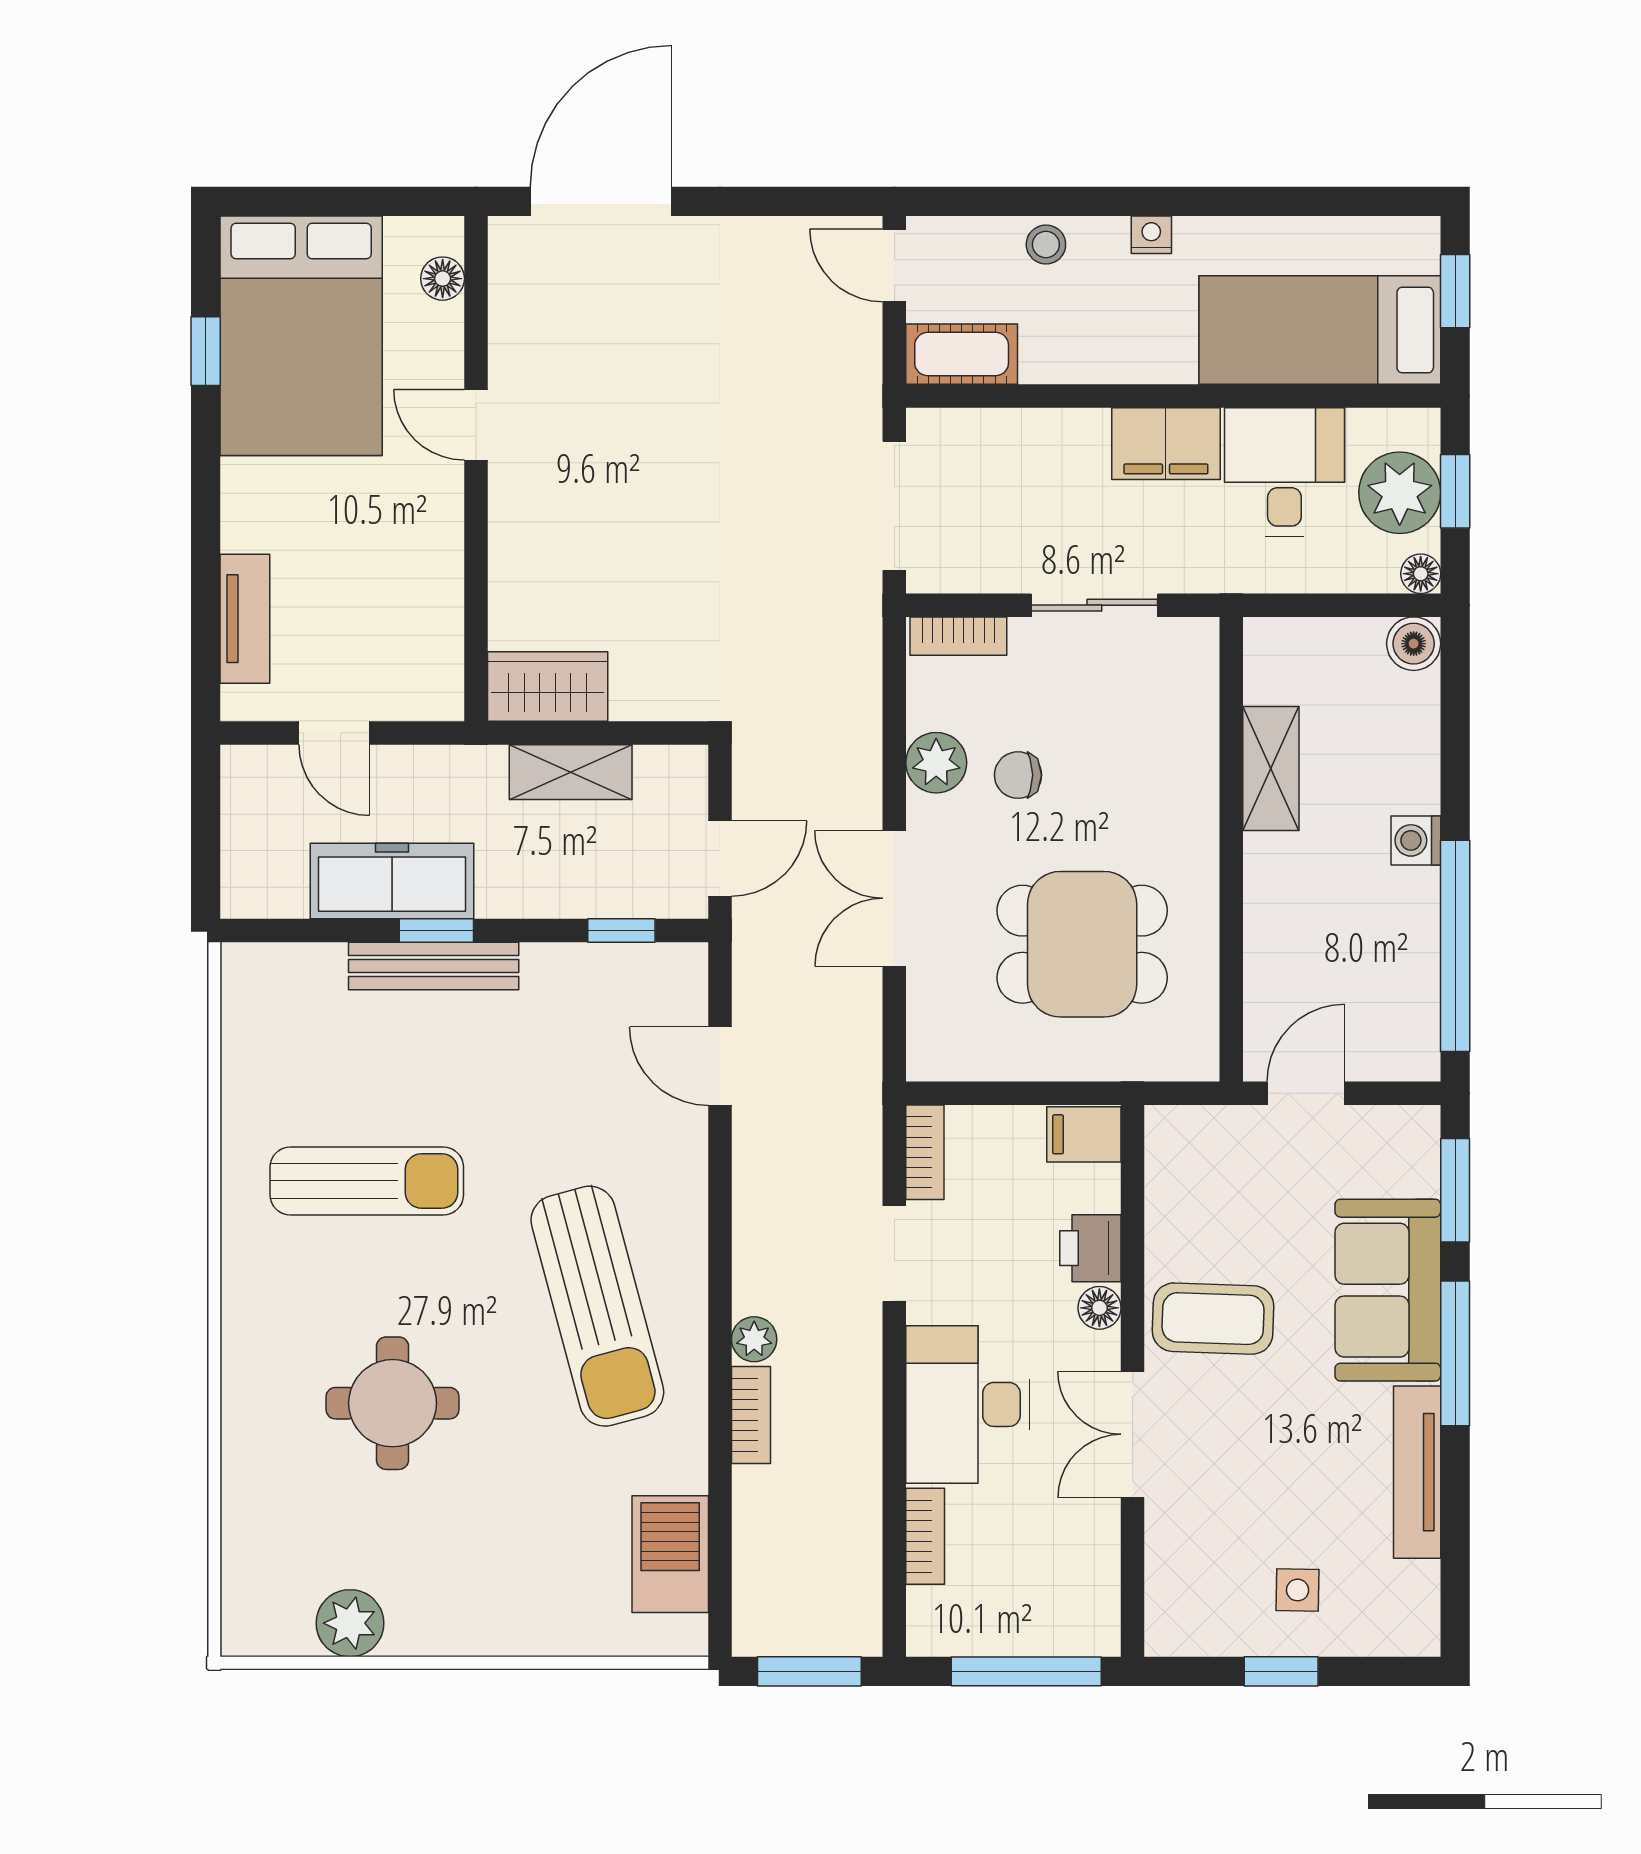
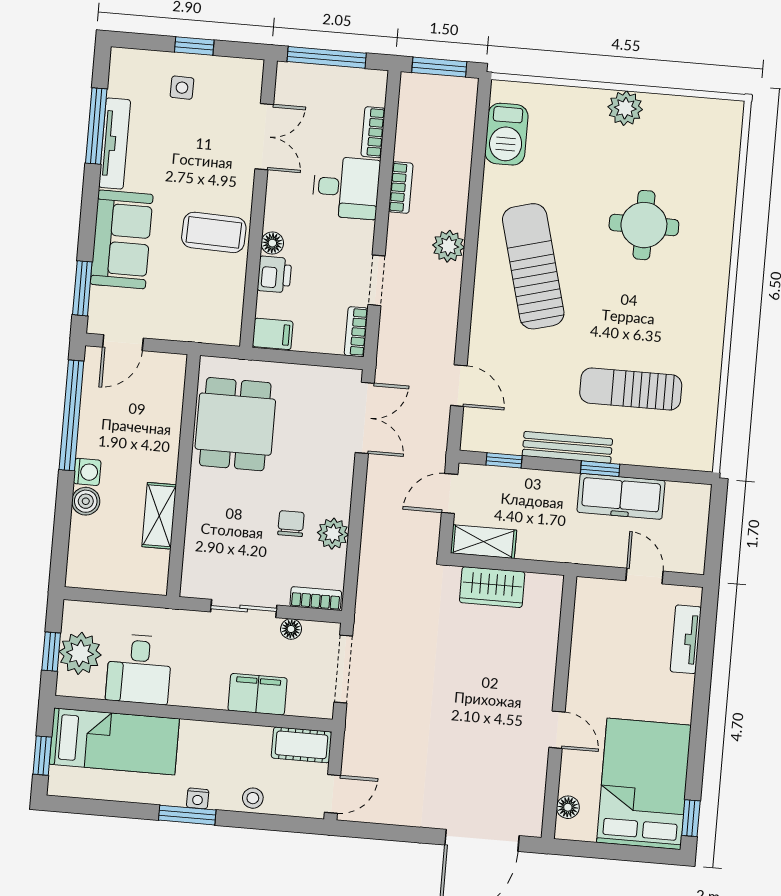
window: (1169, 201) -> (187, 815), added
door: (894, 266) -> (333, 794), hinge flipped
window: (206, 351) -> (691, 818), moved
filing cabinet: (1166, 444) -> (258, 694), moved
floor lamp: (1421, 574) -> (291, 629), moved
boiler: (1414, 644) -> (86, 501), moved
wardrobe: (548, 687) -> (492, 587), moved
shelving: (571, 772) -> (484, 542), moved
chair: (1018, 775) -> (291, 524), turned -90
double door: (894, 898) -> (365, 418), moved
dining table: (1082, 944) -> (235, 424), moved, turned 90
bench: (434, 966) -> (567, 447), moved
door: (1306, 1093) -> (123, 343), moved
sun lounger: (367, 1181) -> (631, 389), moved
plant: (754, 1339) -> (448, 246), width x1.38, depth x1.38
window: (1455, 1353) -> (96, 126), moved
desk: (968, 1404) -> (346, 188), width x0.73
bookcase: (751, 1415) -> (401, 188), moved, turned 180
double door: (1133, 1434) -> (264, 137), moved
plant: (350, 1623) -> (625, 108), moved

